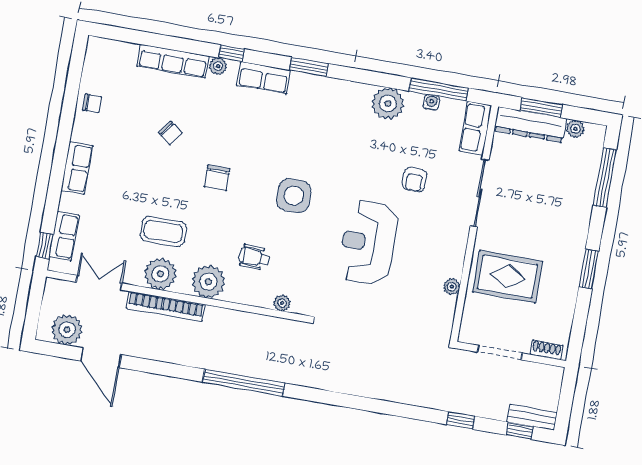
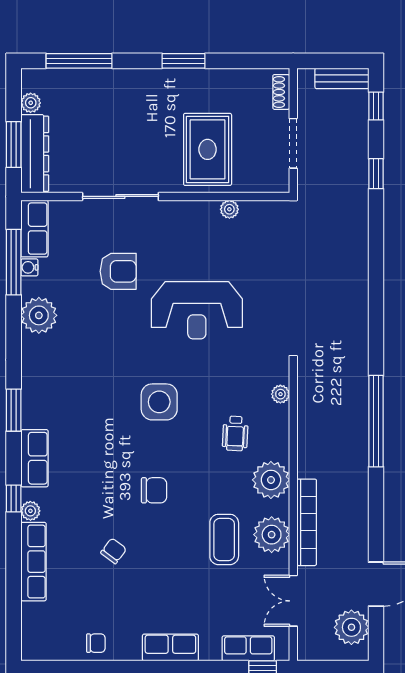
chair: (92, 103) -> (96, 643), turned 90
row of seats: (475, 128) -> (34, 229), moved, turned -90
armchair: (414, 180) -> (118, 271), width x1.38, depth x1.38
bench: (532, 417) -> (342, 78), moved, turned 90

